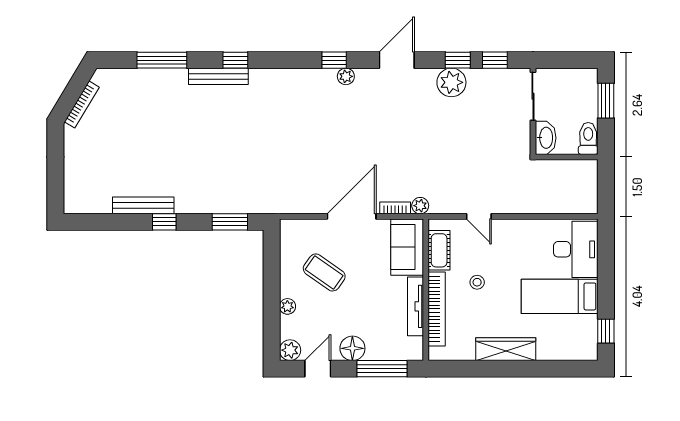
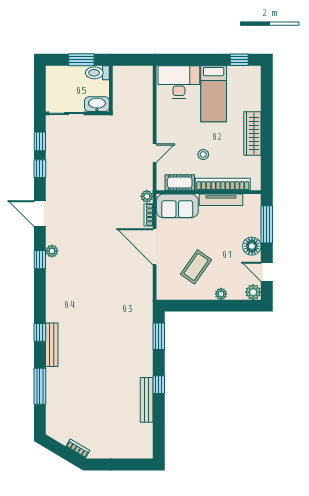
plant: (451, 82) -> (56, 173), removed
window: (606, 101) -> (81, 60), moved
bookcase: (82, 104) -> (78, 448), width x0.64

